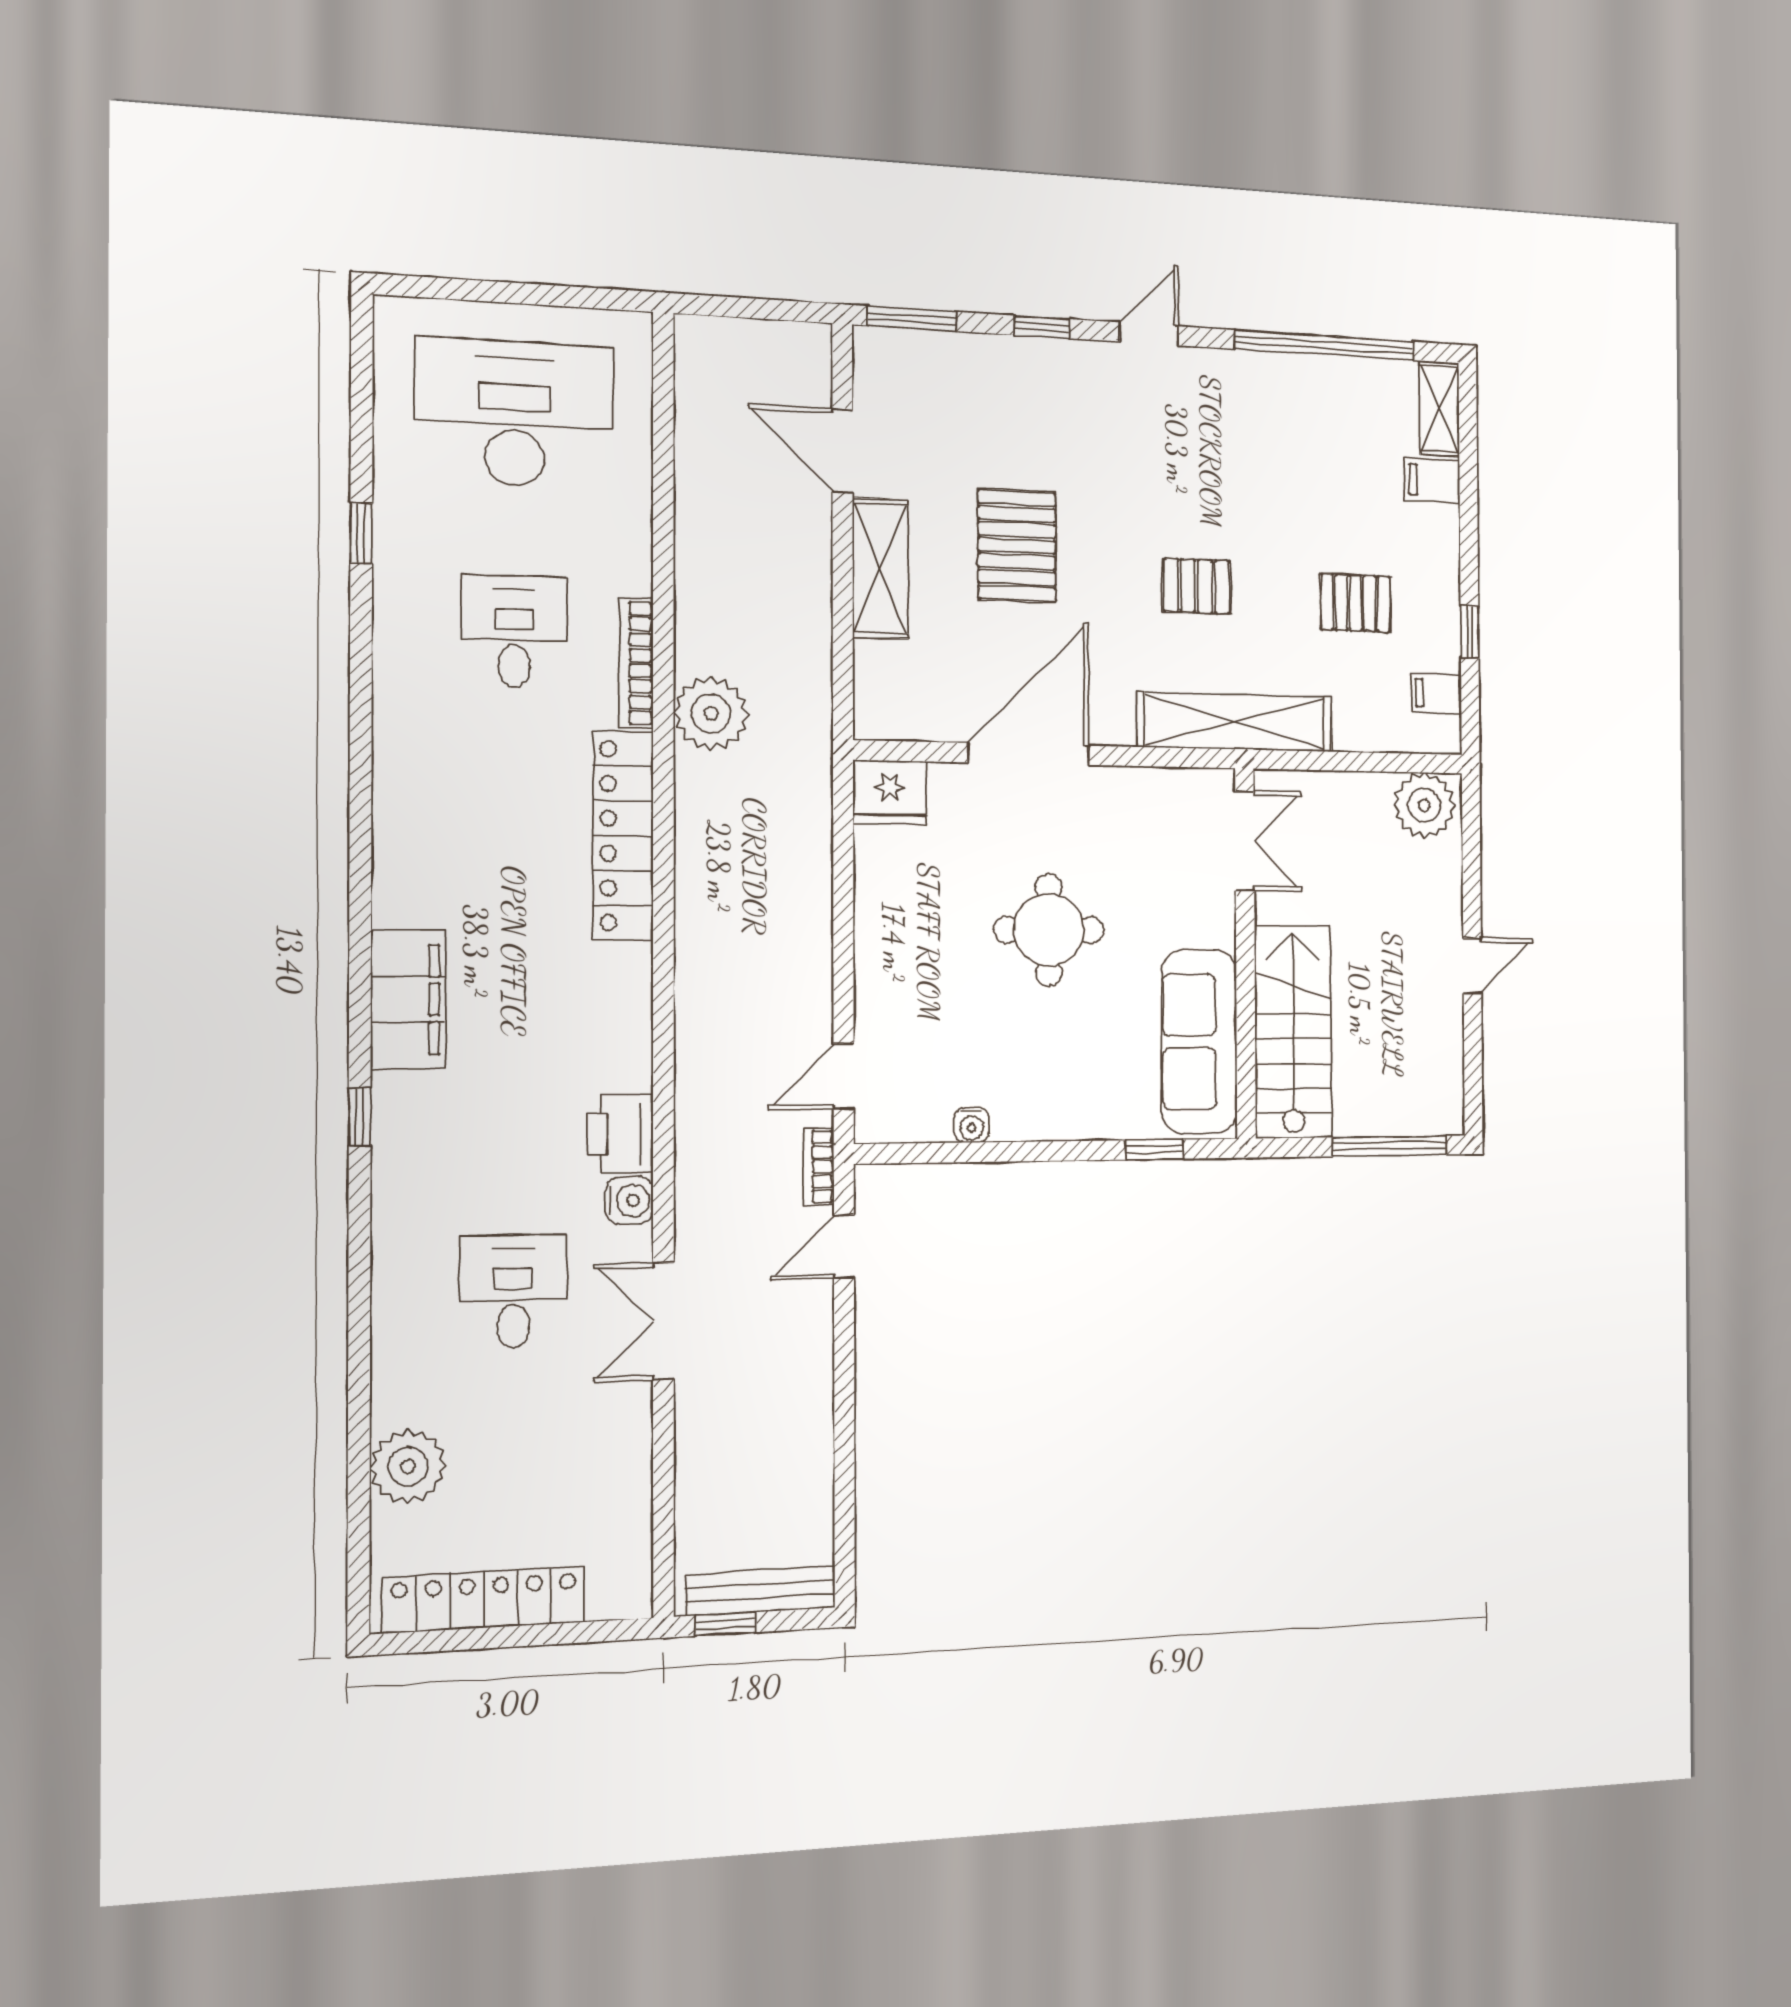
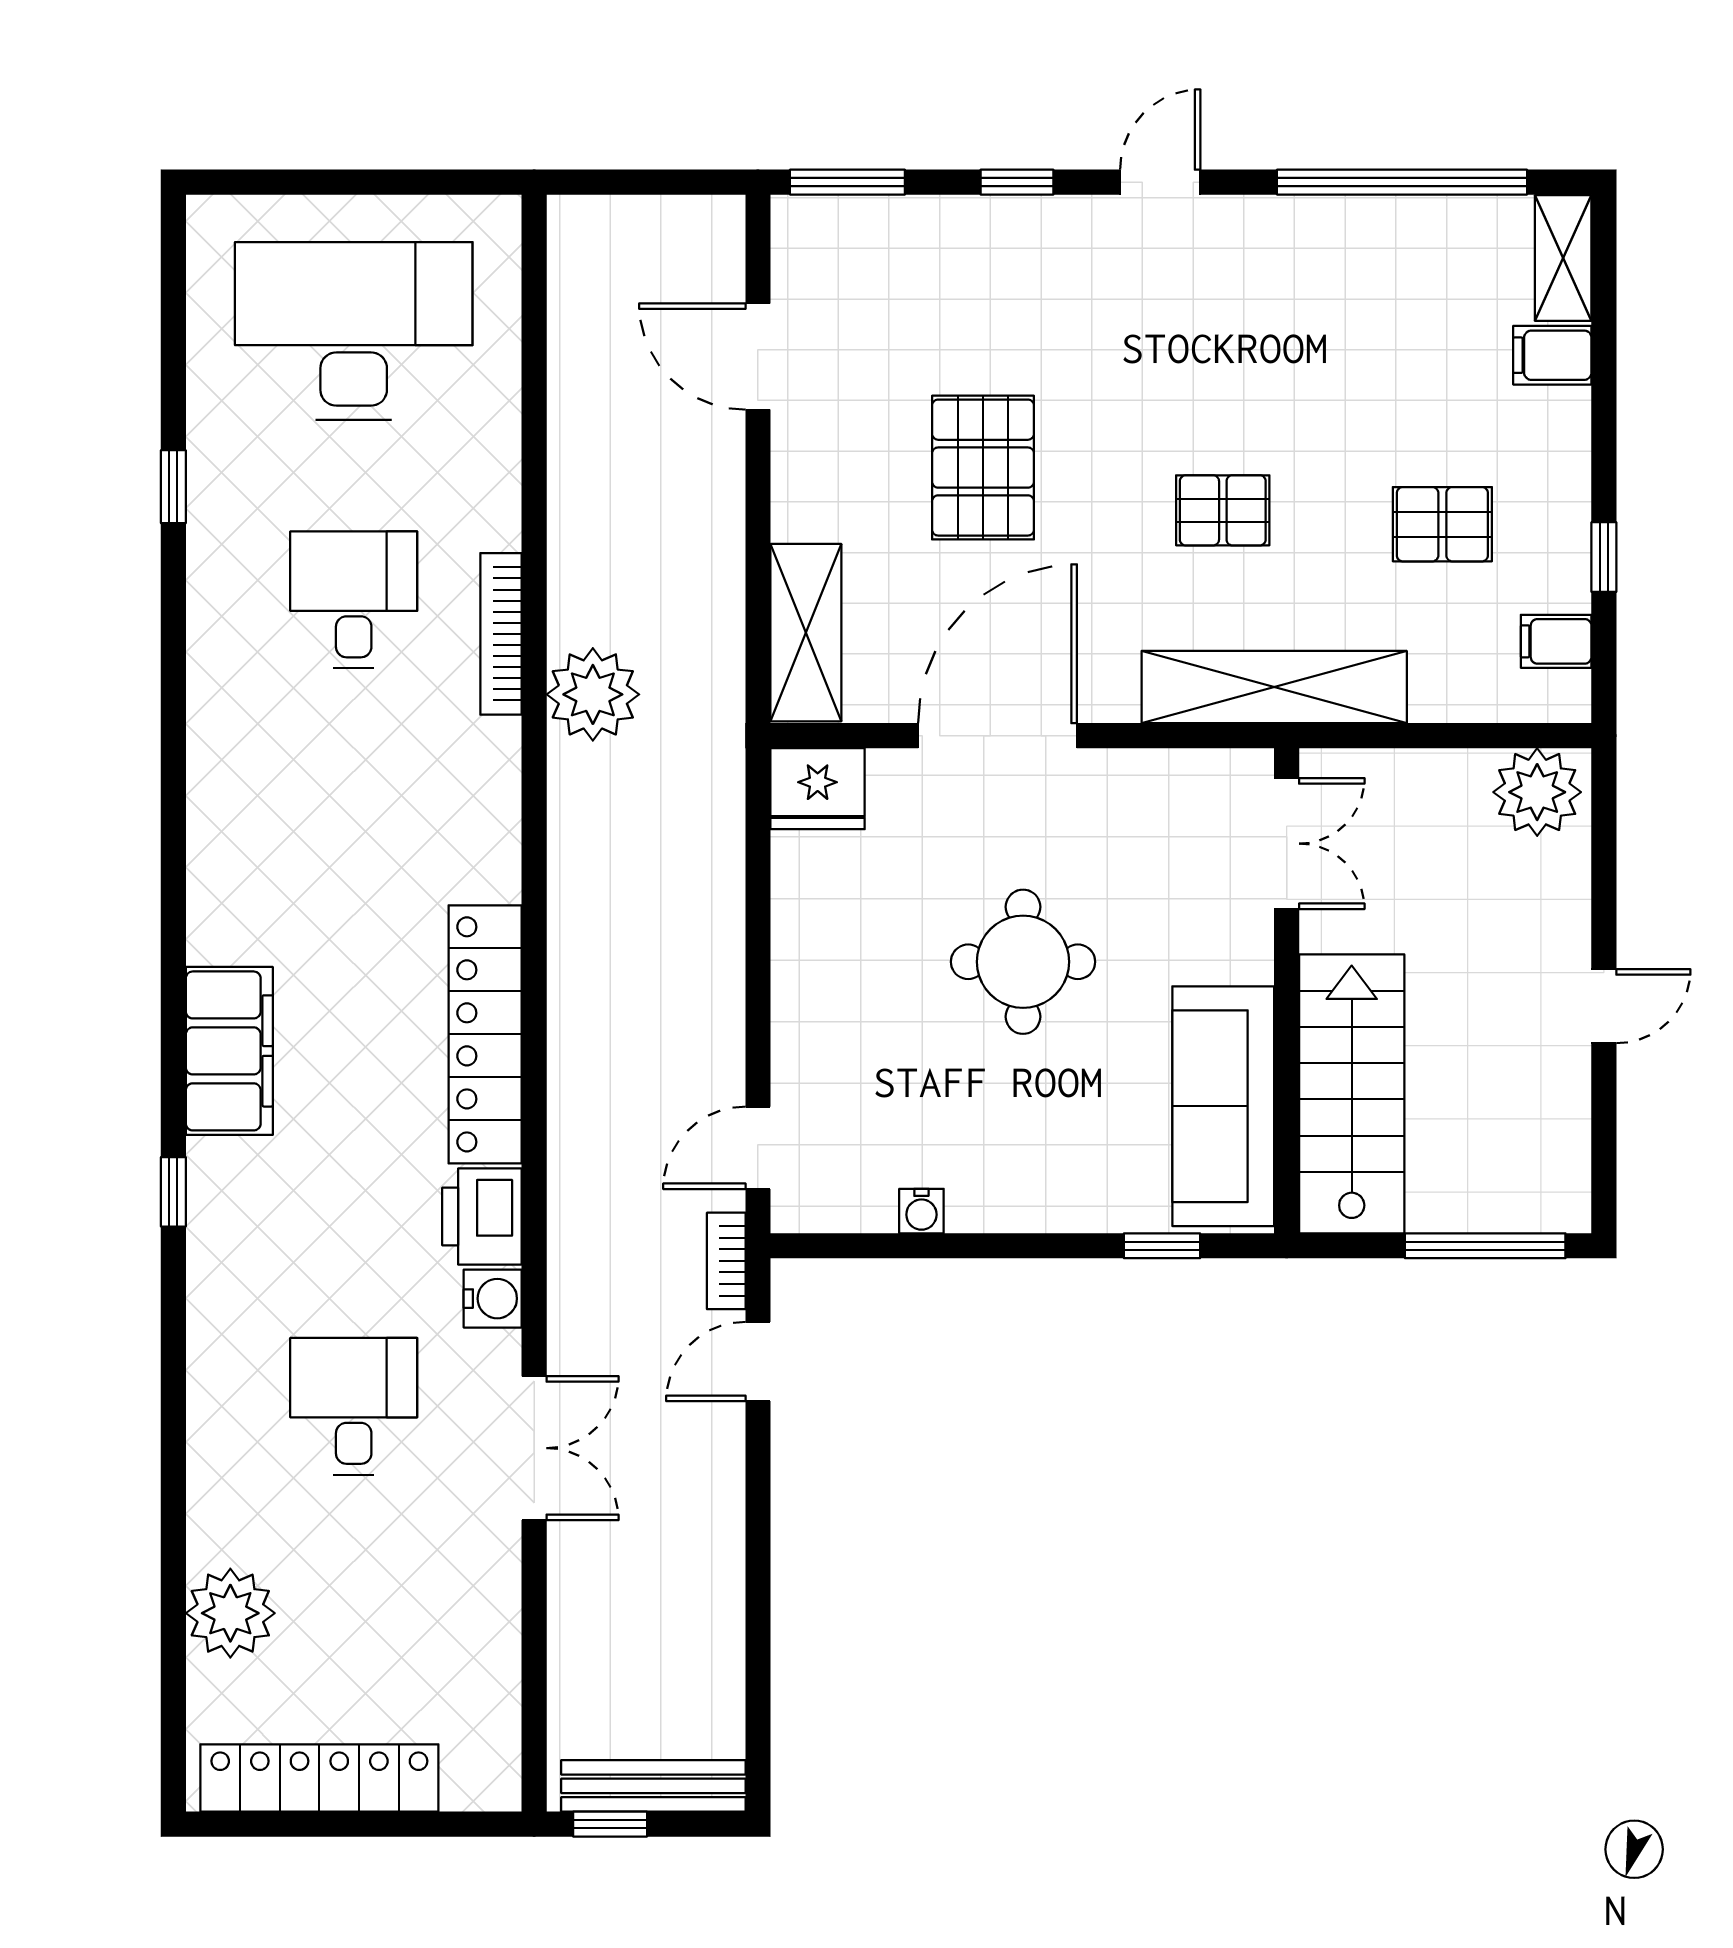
shelving: (880, 568) -> (806, 633), moved
locker: (623, 836) -> (485, 1034), moved
double door: (663, 1321) -> (534, 1448), swing flipped

